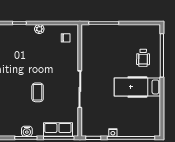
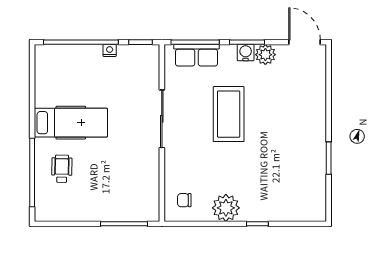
plant: (39, 29) -> (226, 208), width x1.88, depth x1.88
coffee table: (38, 92) -> (229, 114), width x1.86, depth x1.72
plant: (14, 130) -> (265, 55), added

